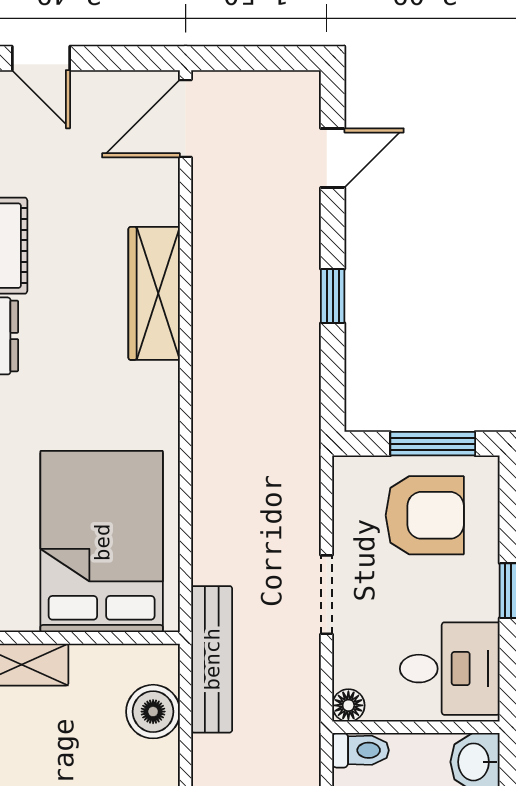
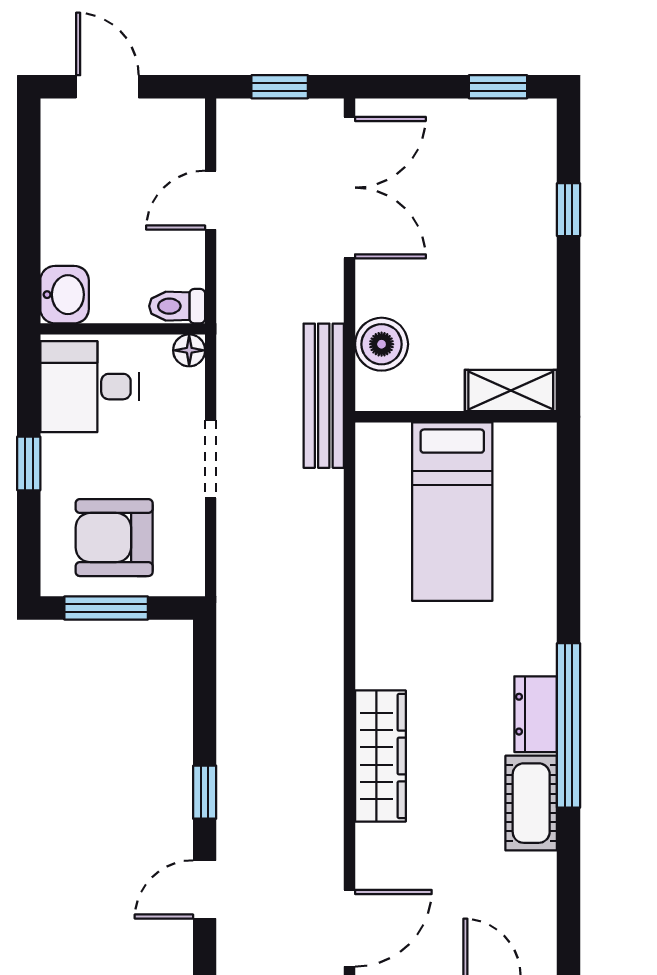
window: (333, 296) -> (205, 792), moved
bed: (102, 542) -> (452, 512), width x0.67

